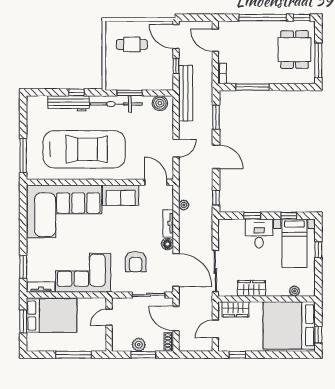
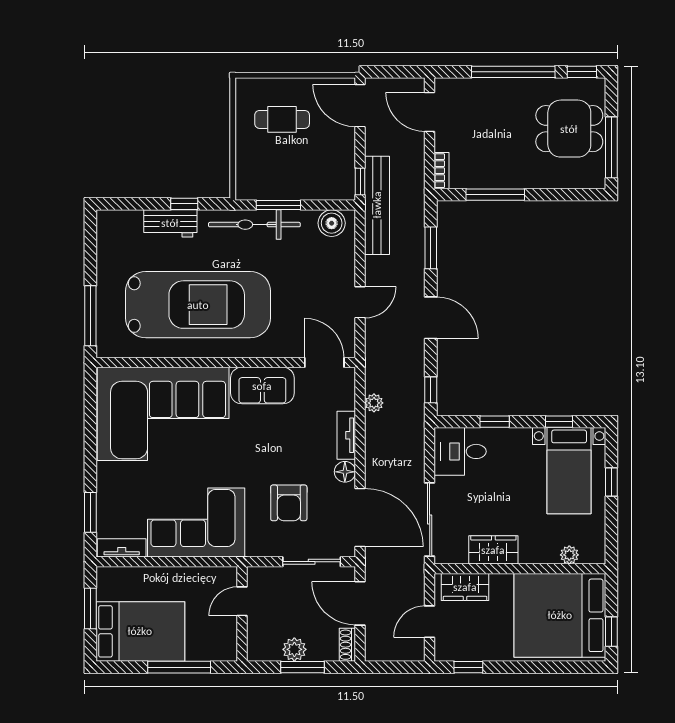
dining table: (295, 50) -> (569, 129), turned 90
window: (176, 66) -> (360, 182), moved
workbench: (69, 103) -> (170, 223), width x0.73
desk: (259, 234) -> (460, 451), moved, turned -90
bed: (52, 316) -> (140, 631), moved

